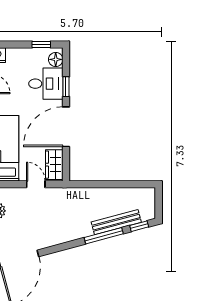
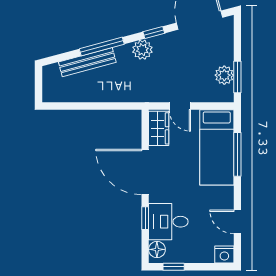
door: (66, 127) -> (145, 172), swing flipped
window: (139, 226) -> (154, 33), moved
plant: (68, 233) -> (142, 50), added

